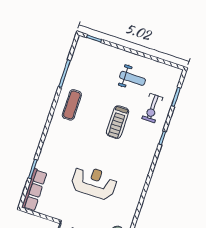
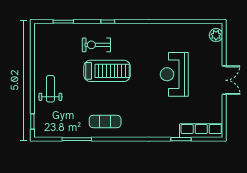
weight bench: (132, 78) -> (50, 89), moved
exercise bike: (152, 108) -> (96, 45), moved, turned 180
treadmill: (118, 122) -> (107, 71), width x1.37, depth x1.38

